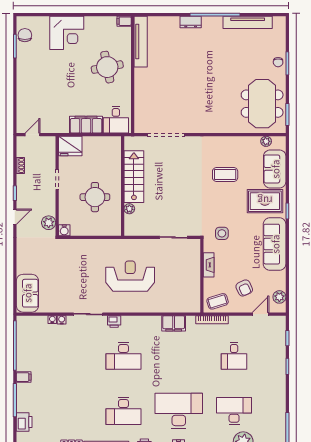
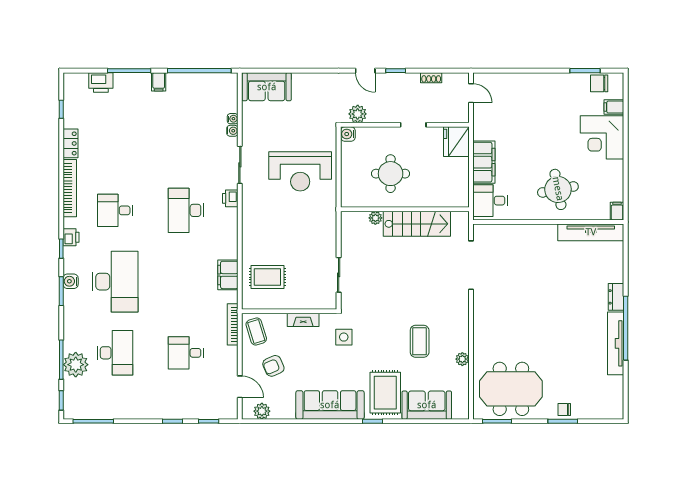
tv unit: (248, 22) -> (616, 343), moved
filing cabinet: (43, 24) -> (614, 107), added
chair: (25, 35) -> (599, 83), turned 180
plant: (266, 141) -> (462, 359), moved
reception desk: (130, 276) -> (300, 171), moved, turned 90
rug: (175, 293) -> (267, 277), added
desk: (123, 411) -> (115, 210), width x0.73

